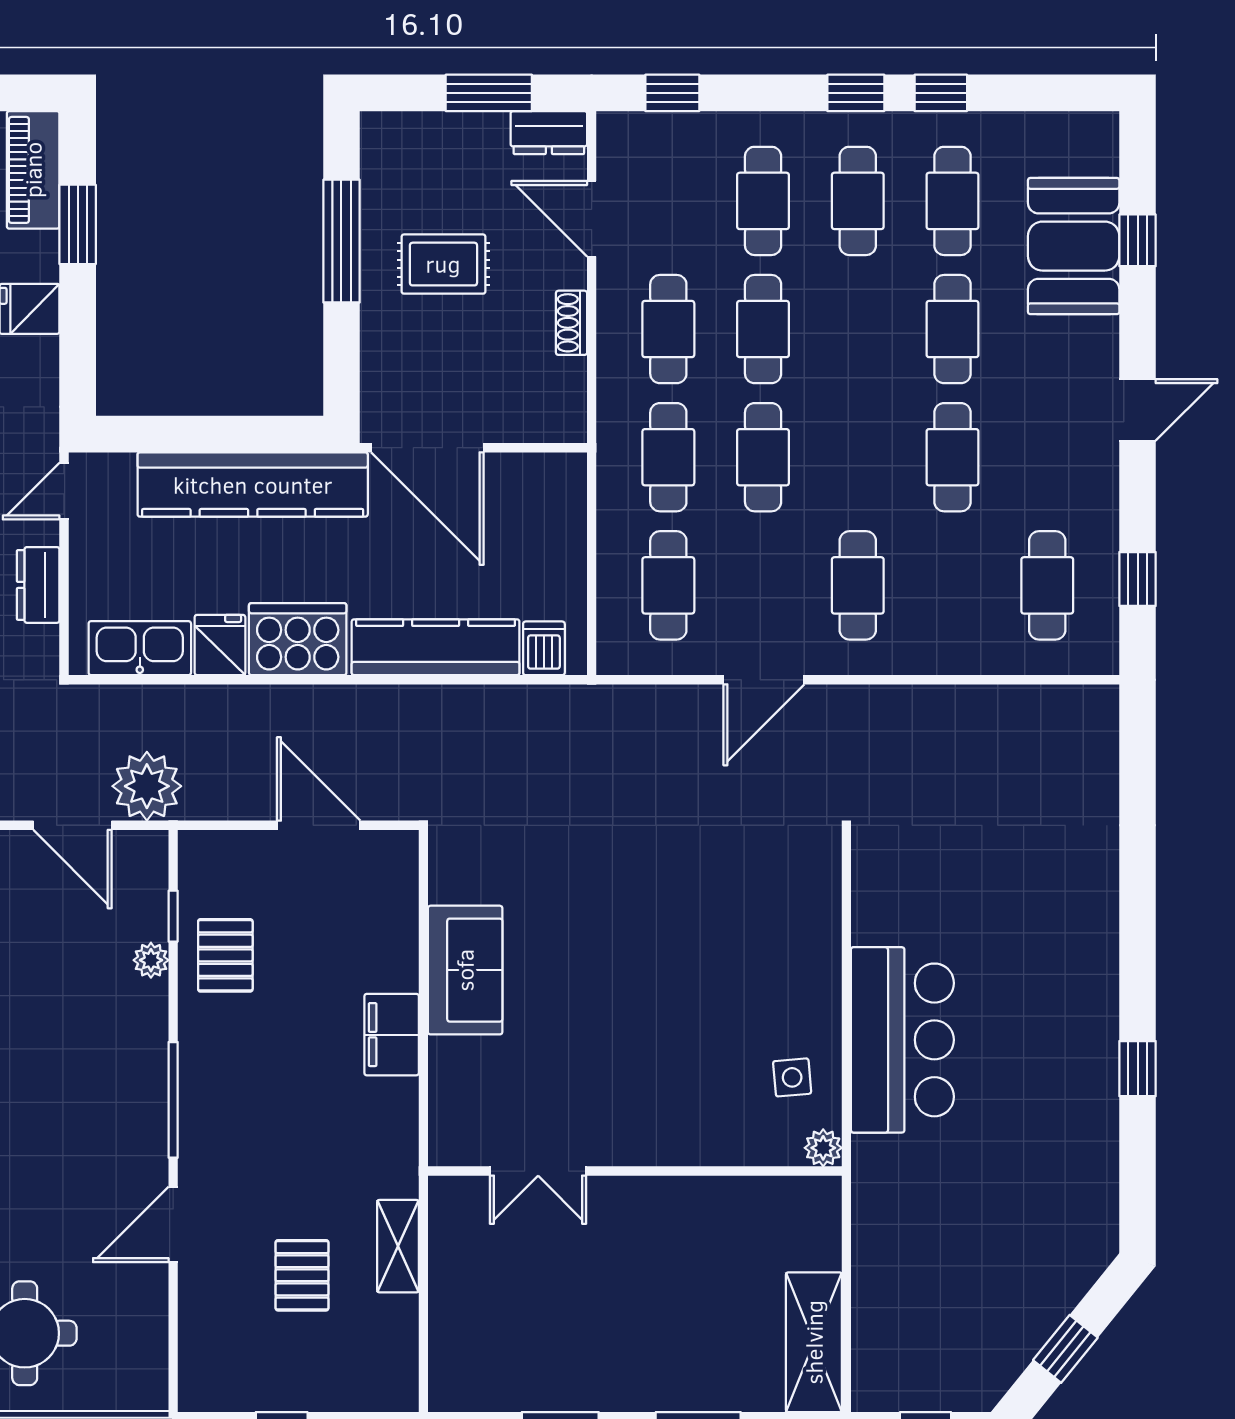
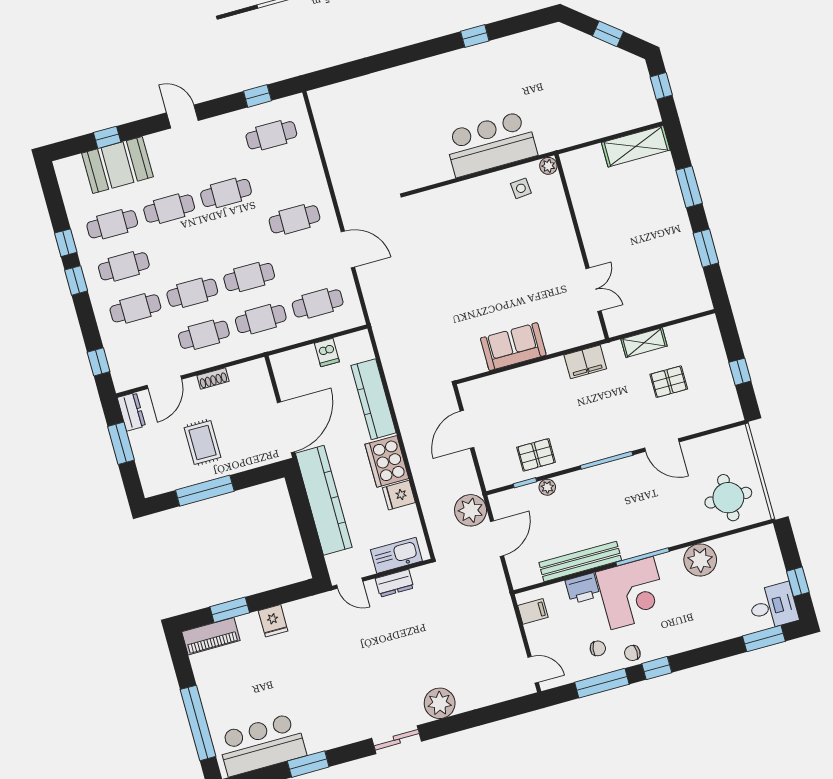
kitchen sink: (140, 648) -> (396, 555), moved, turned 90
dishwasher: (544, 648) -> (327, 352), moved, turned -90
filing cabinet: (392, 1035) -> (585, 362), moved

